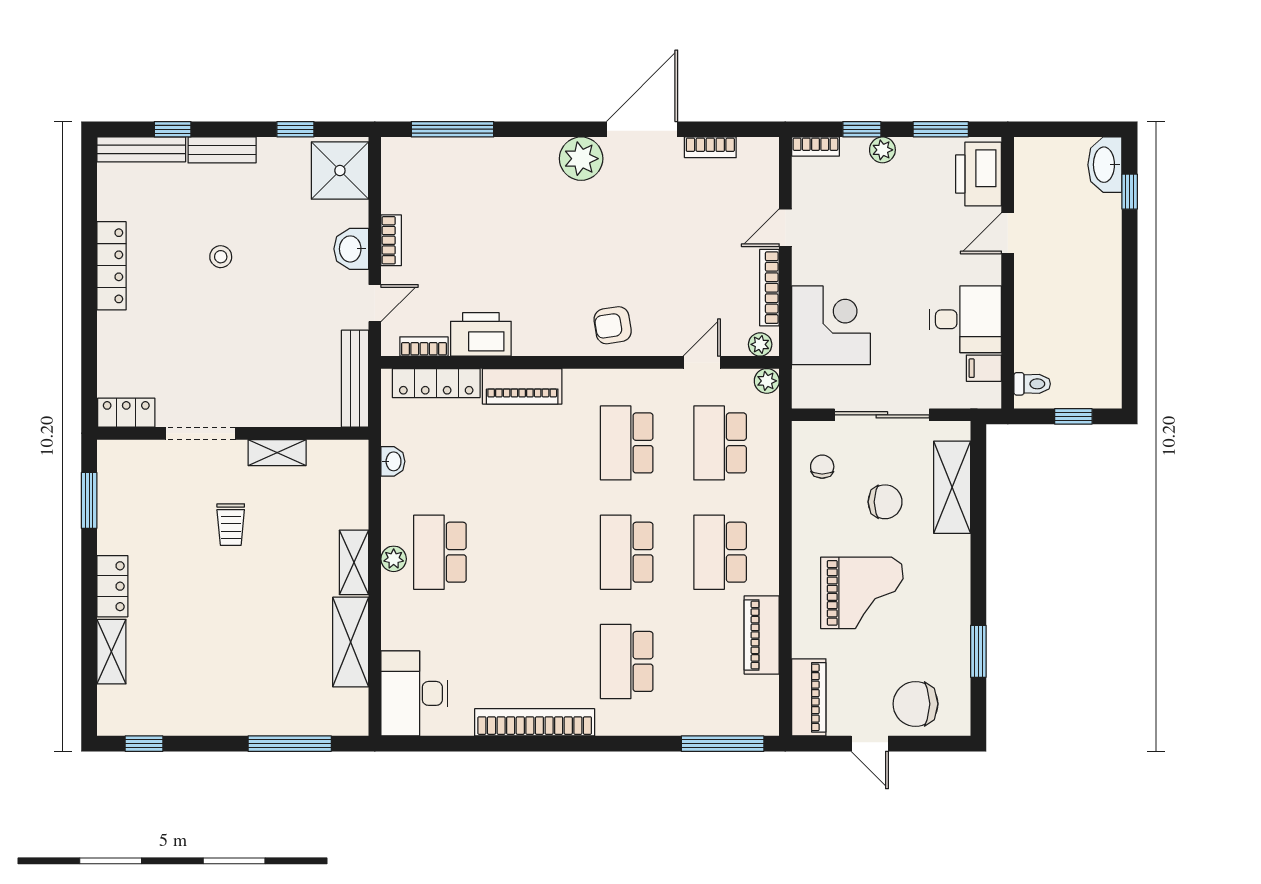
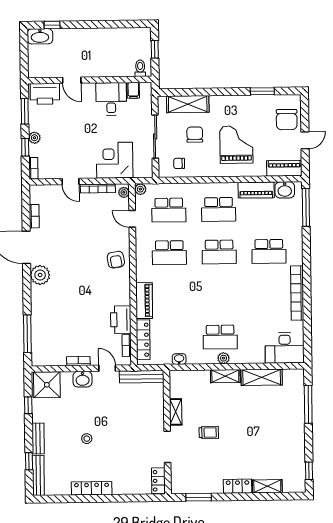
washbasin: (761, 698) -> (285, 190), added

